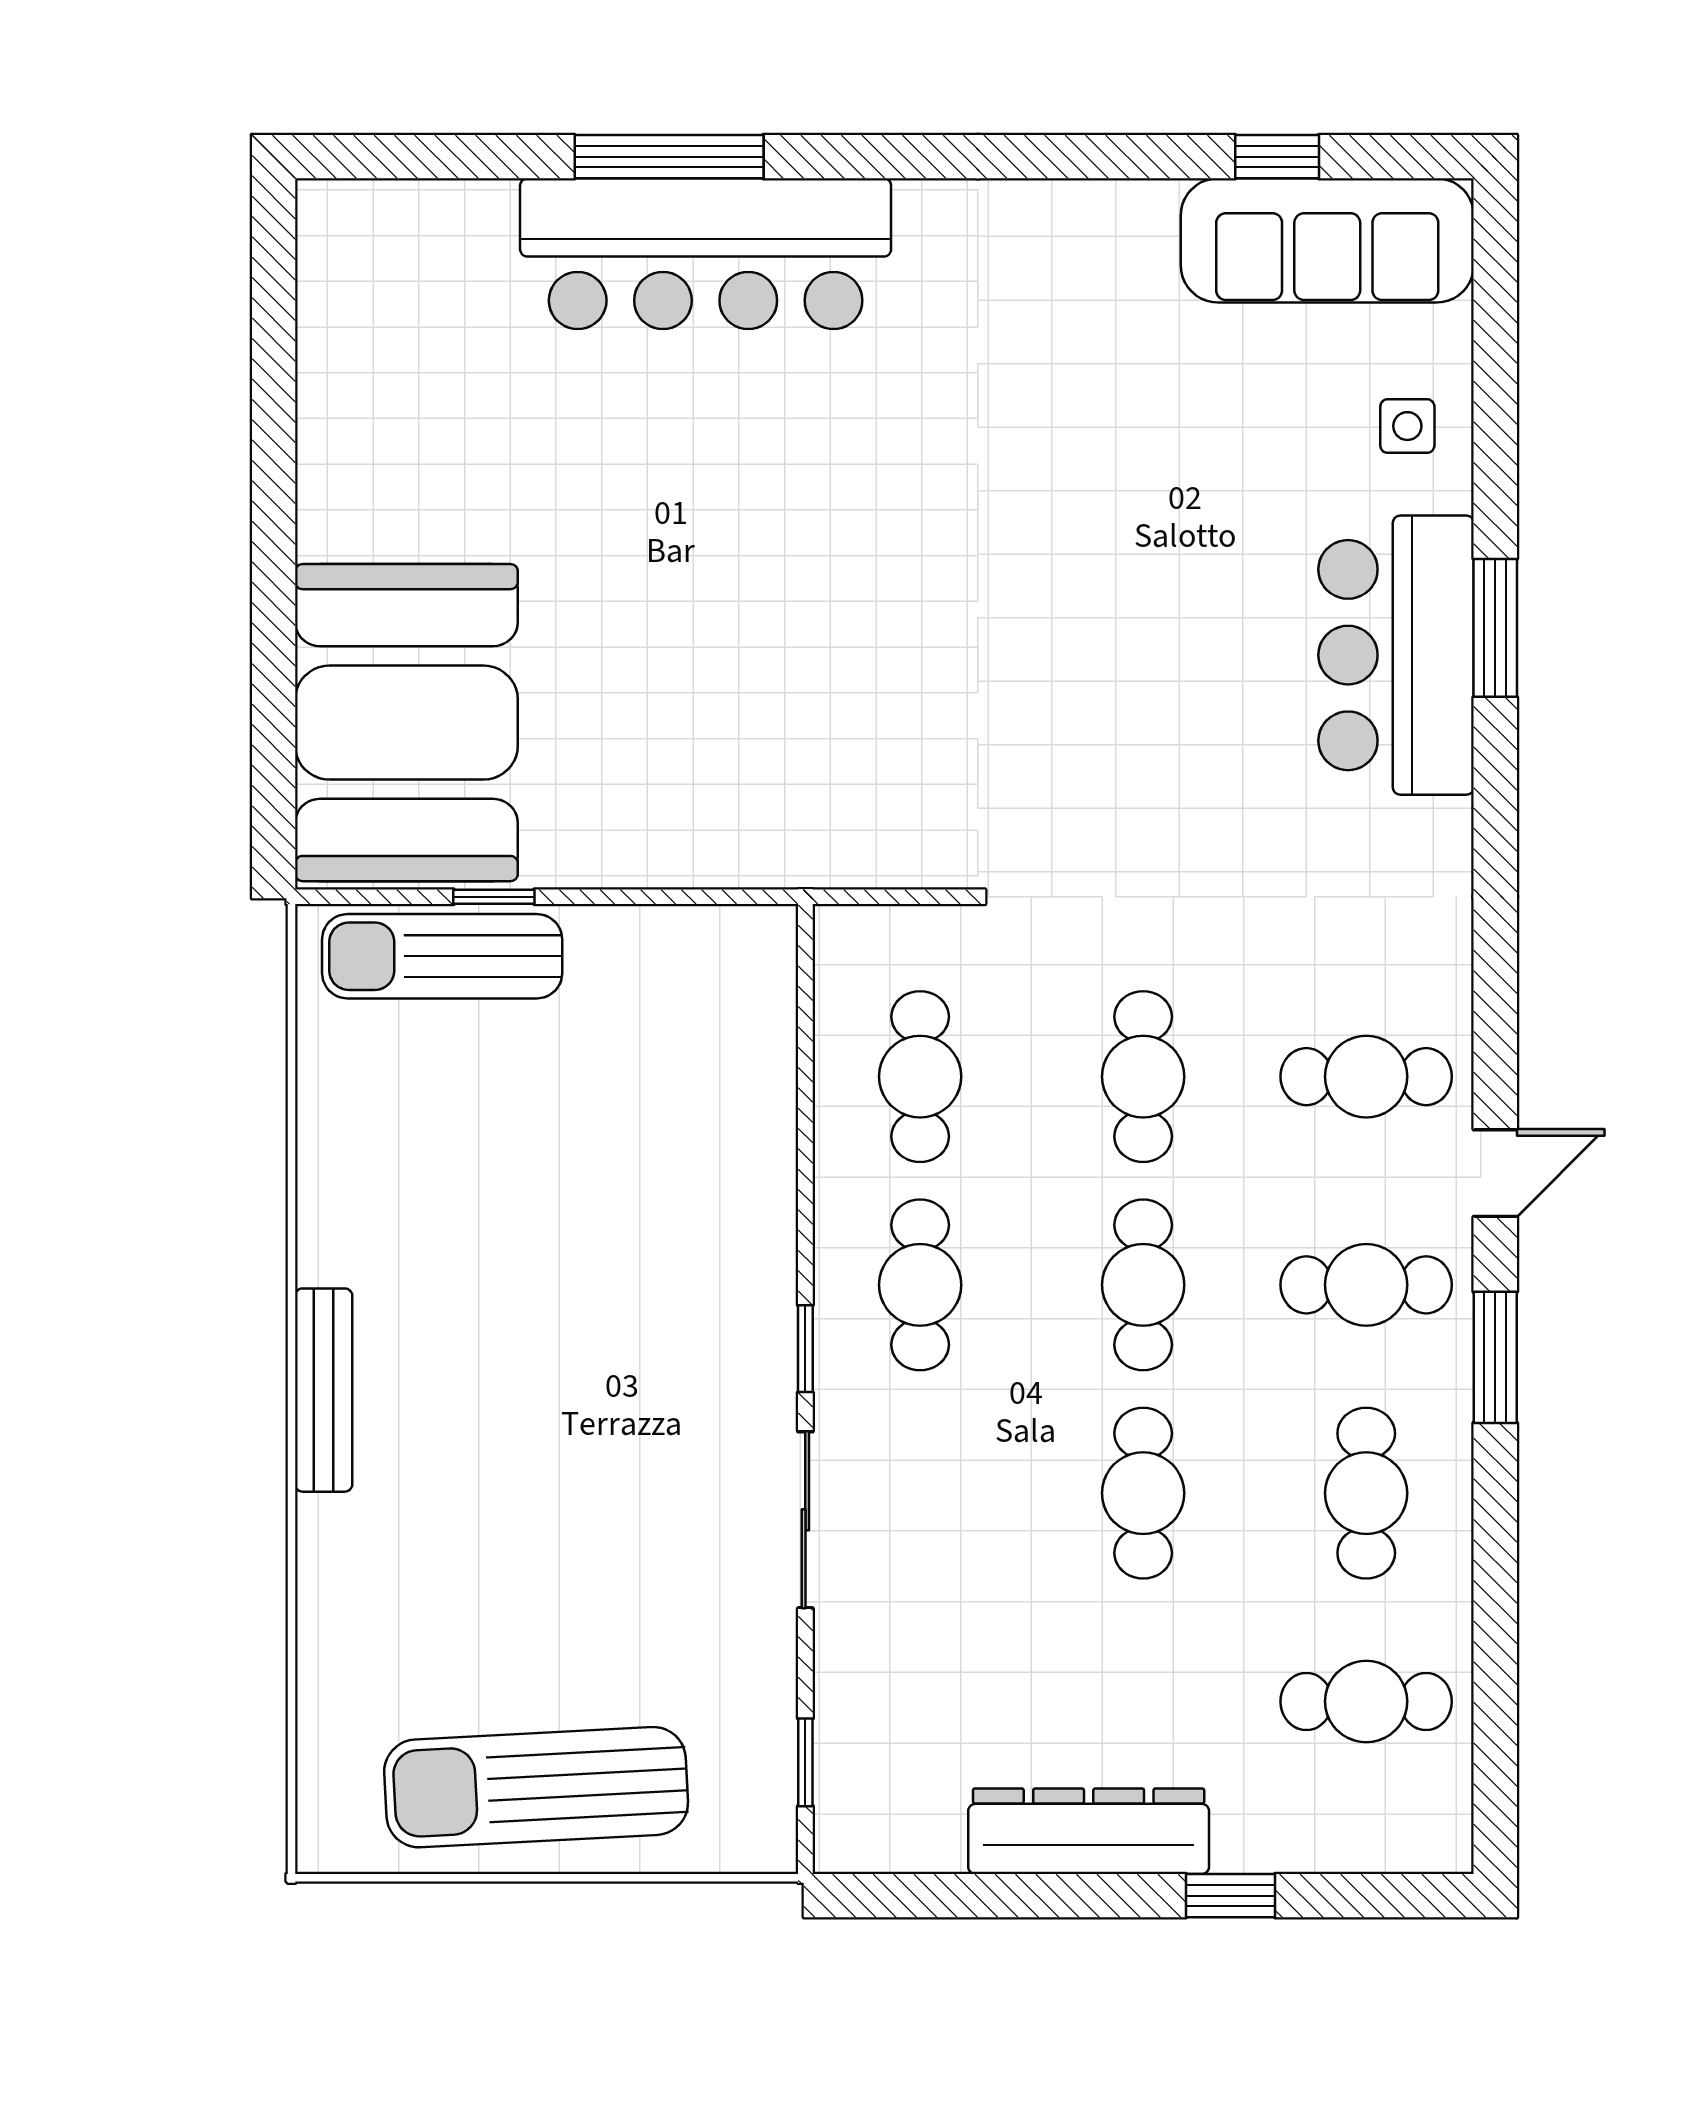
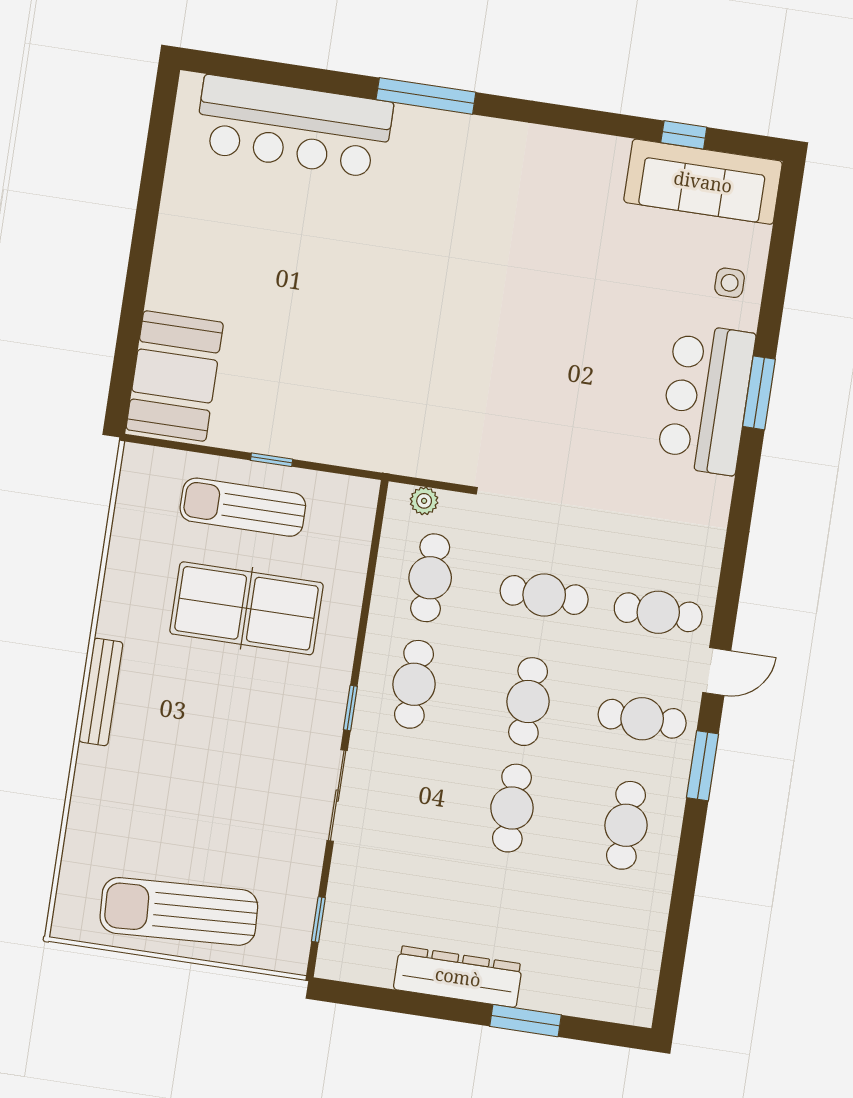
window: (669, 157) -> (426, 96), moved
bar counter: (706, 254) -> (294, 127), moved
booth: (406, 723) -> (175, 376), width x0.73, depth x0.70
window: (494, 897) -> (272, 460), moved
plant: (886, 931) -> (424, 501), added
sun lounger: (442, 956) -> (243, 507), moved
cafe table: (1143, 1077) -> (544, 595), turned 90
table tennis table: (578, 1188) -> (247, 608), added
cafe table: (1366, 1701) -> (610, 932), removed
window: (1230, 1896) -> (525, 1021), width x1.50

